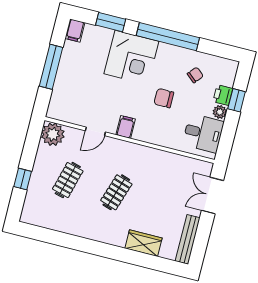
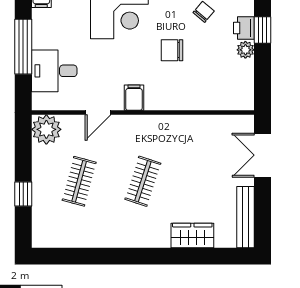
desk: (203, 133) -> (54, 71), moved, turned 180

